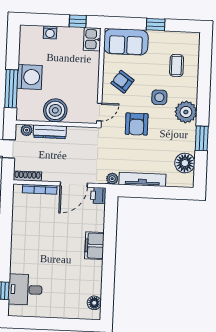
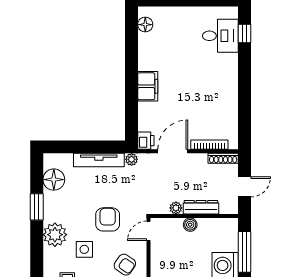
boiler: (55, 110) -> (190, 225), width x0.54, depth x0.54
plant: (27, 130) -> (176, 208), moved

